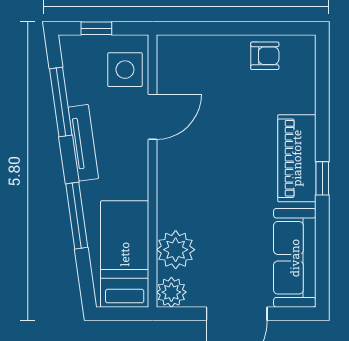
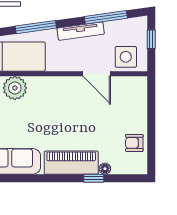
armchair: (265, 56) -> (134, 143), turned 90
floor lamp: (307, 103) -> (105, 169), added
window: (322, 178) -> (94, 178), moved

